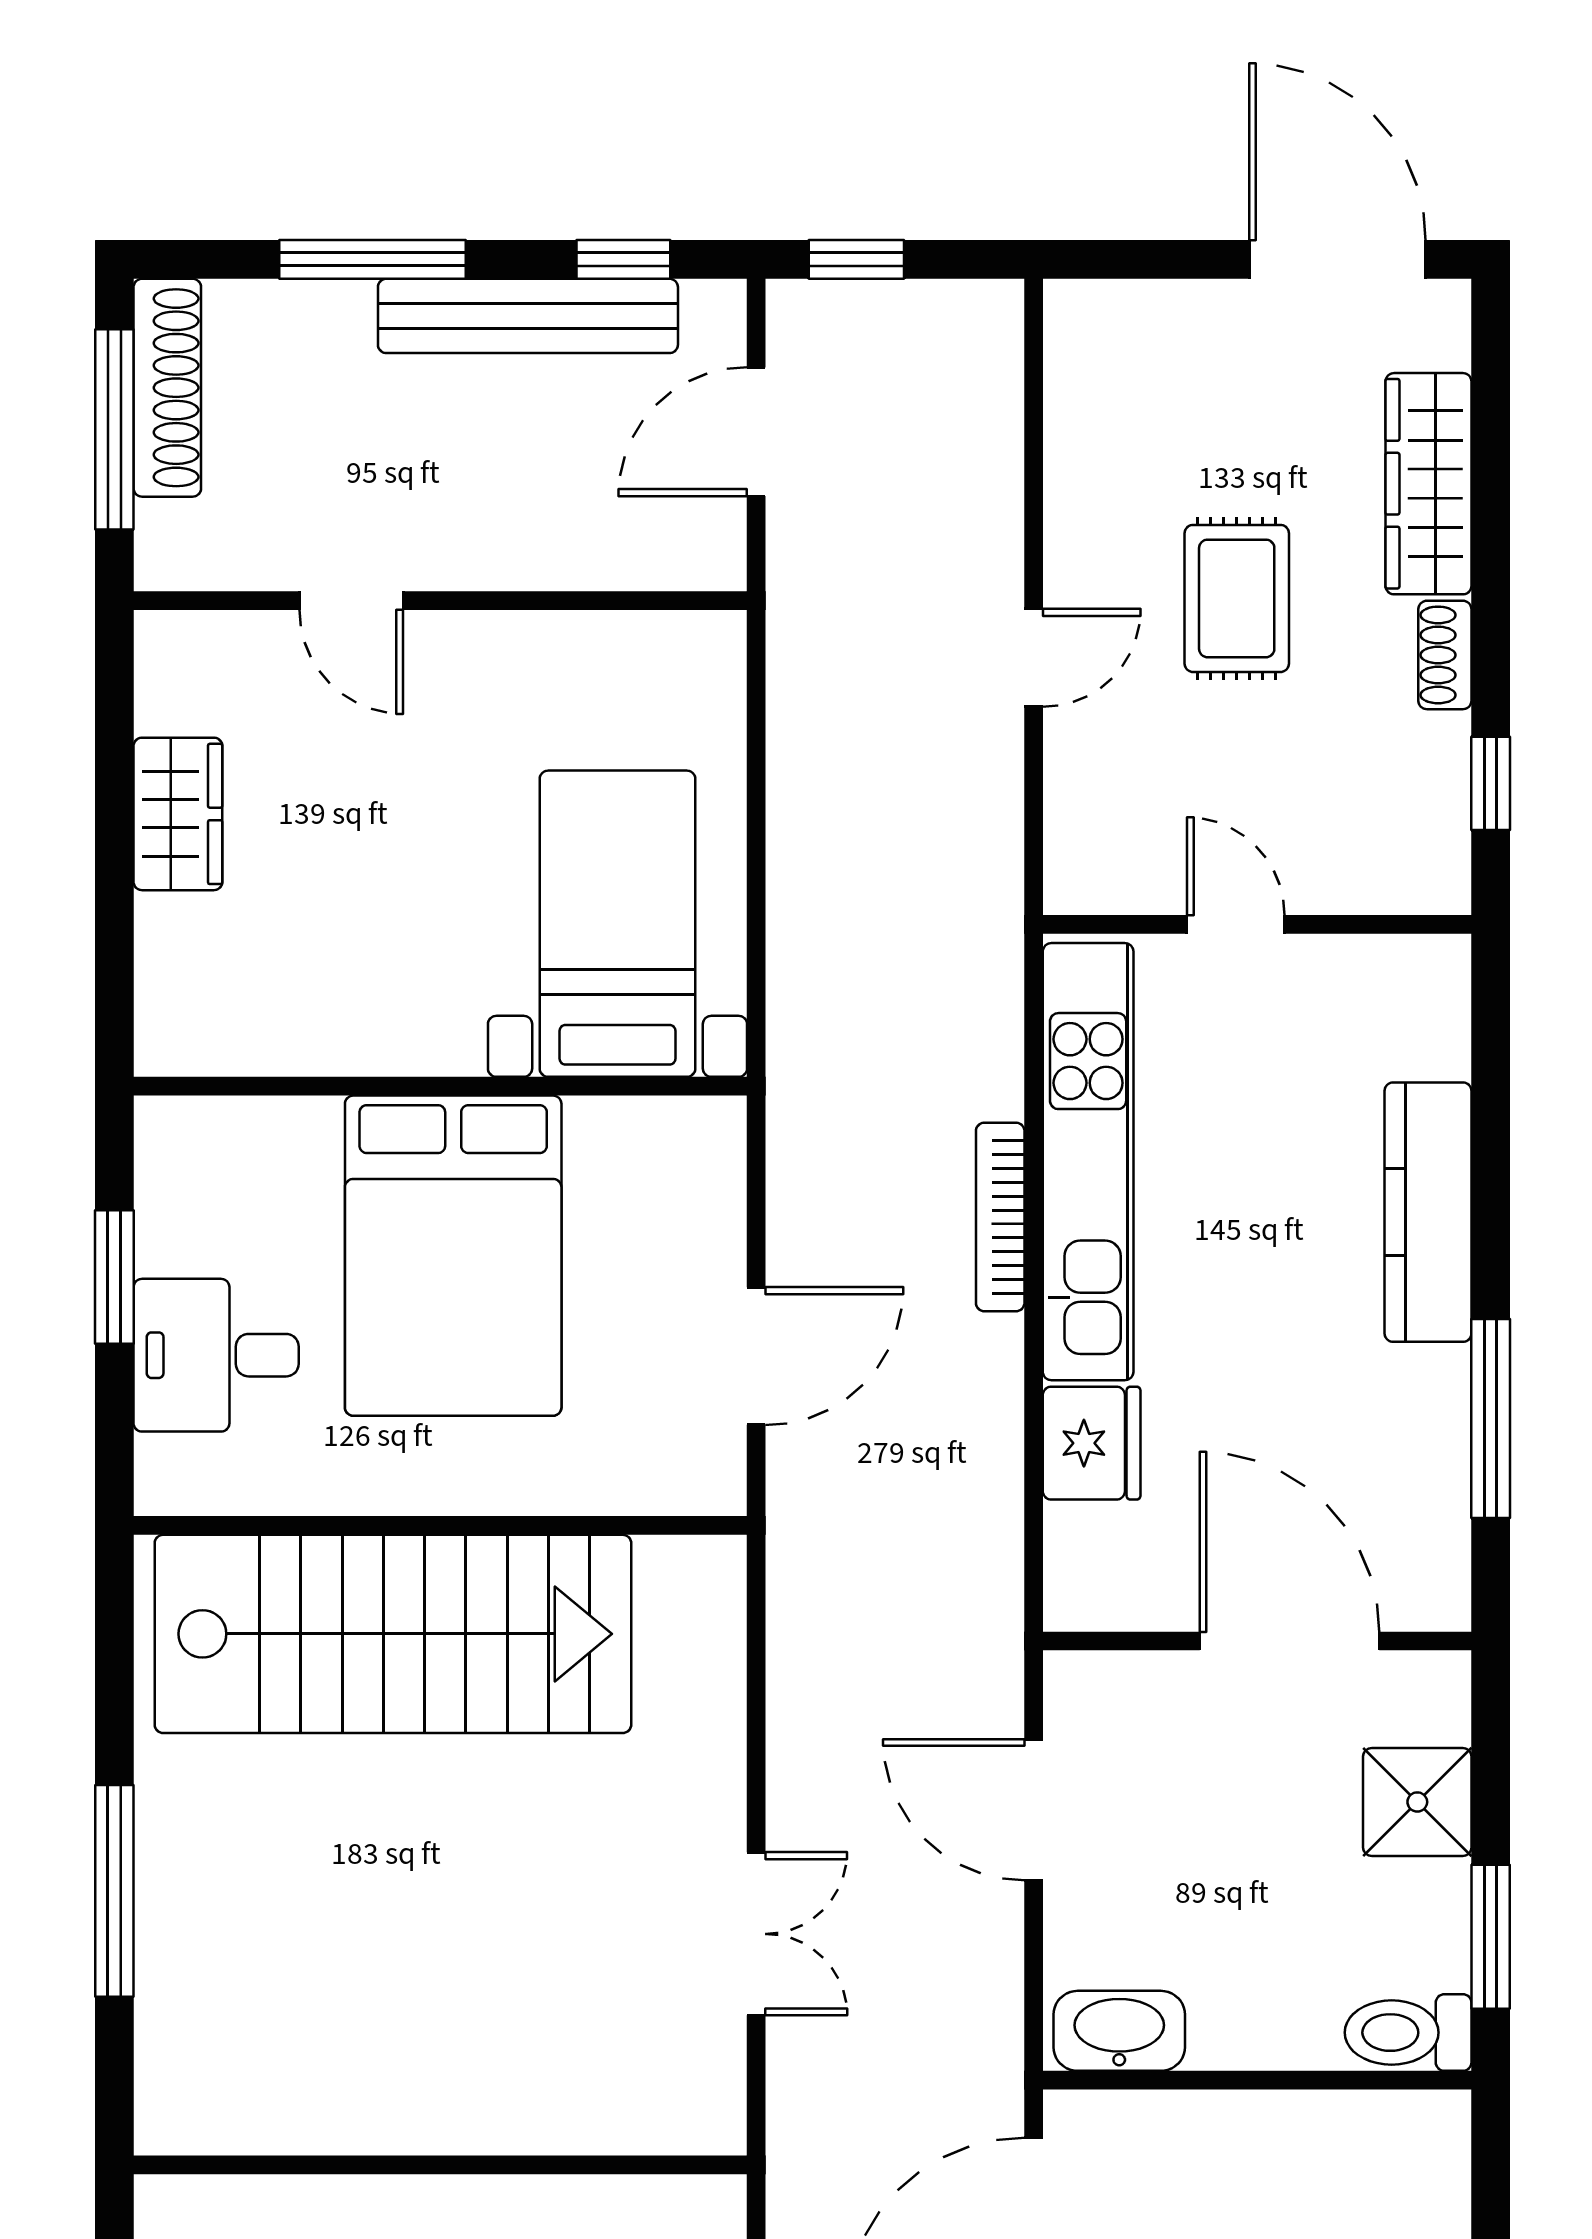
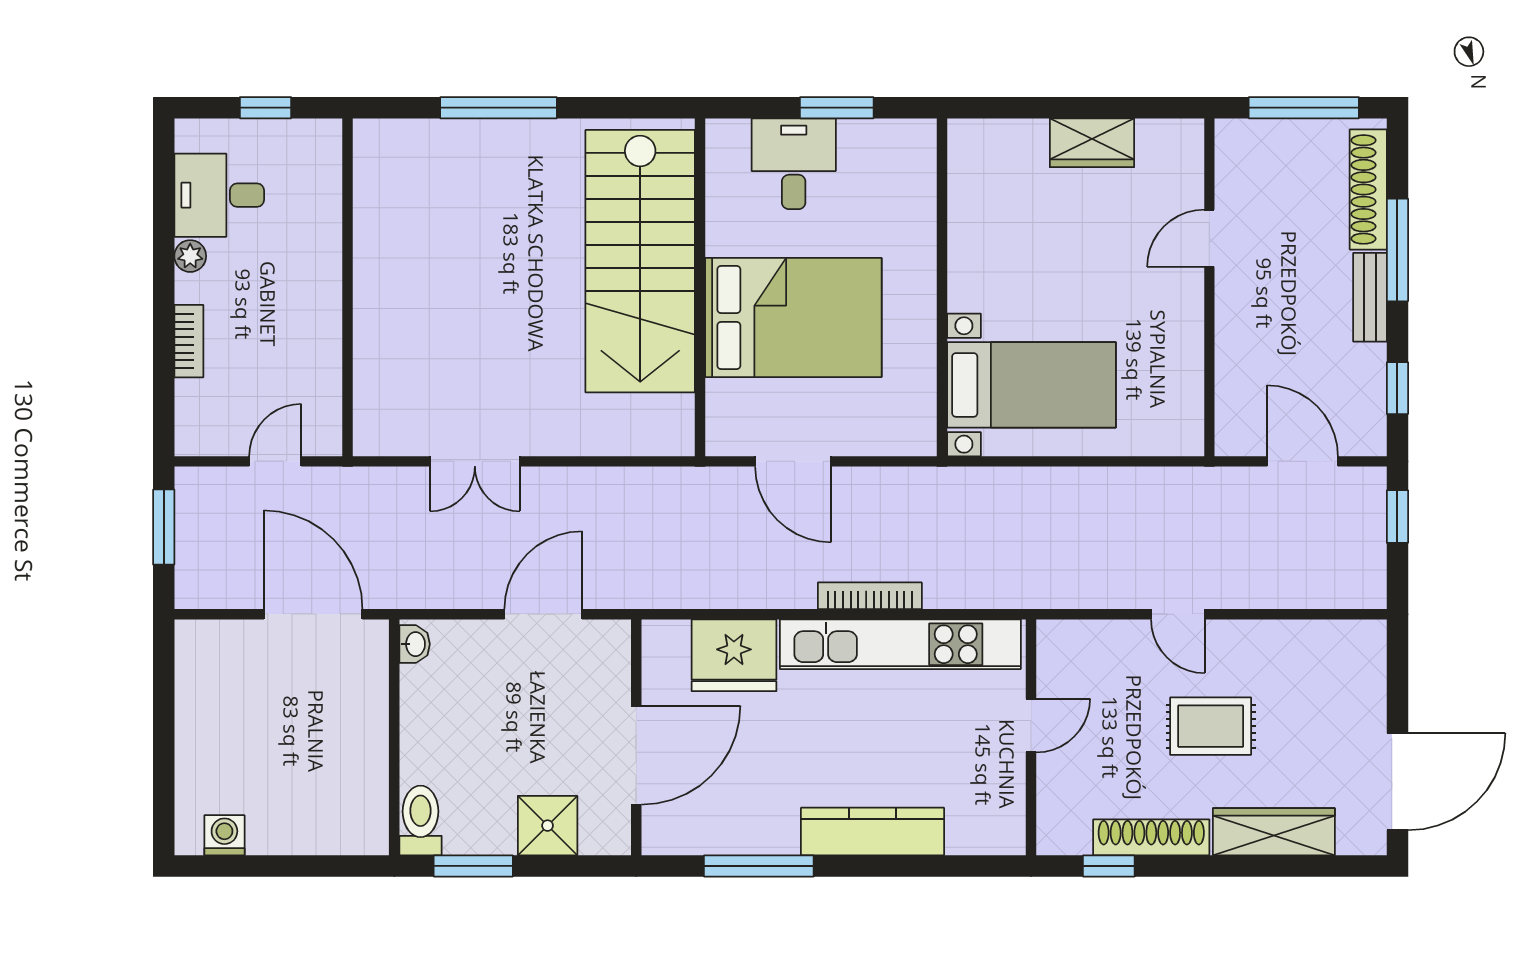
bench: (528, 316) -> (1370, 297), width x0.54, depth x0.82
shoe rack: (167, 388) -> (1368, 189), moved, turned 90
shoe rack: (1445, 655) -> (1151, 837), width x1.94, depth x1.24
bed: (453, 1256) -> (793, 318), moved, turned 180
fridge: (1092, 1443) -> (734, 655), width x1.36, depth x1.34
washbasin: (1119, 2031) -> (415, 644), width x0.52, depth x0.69

